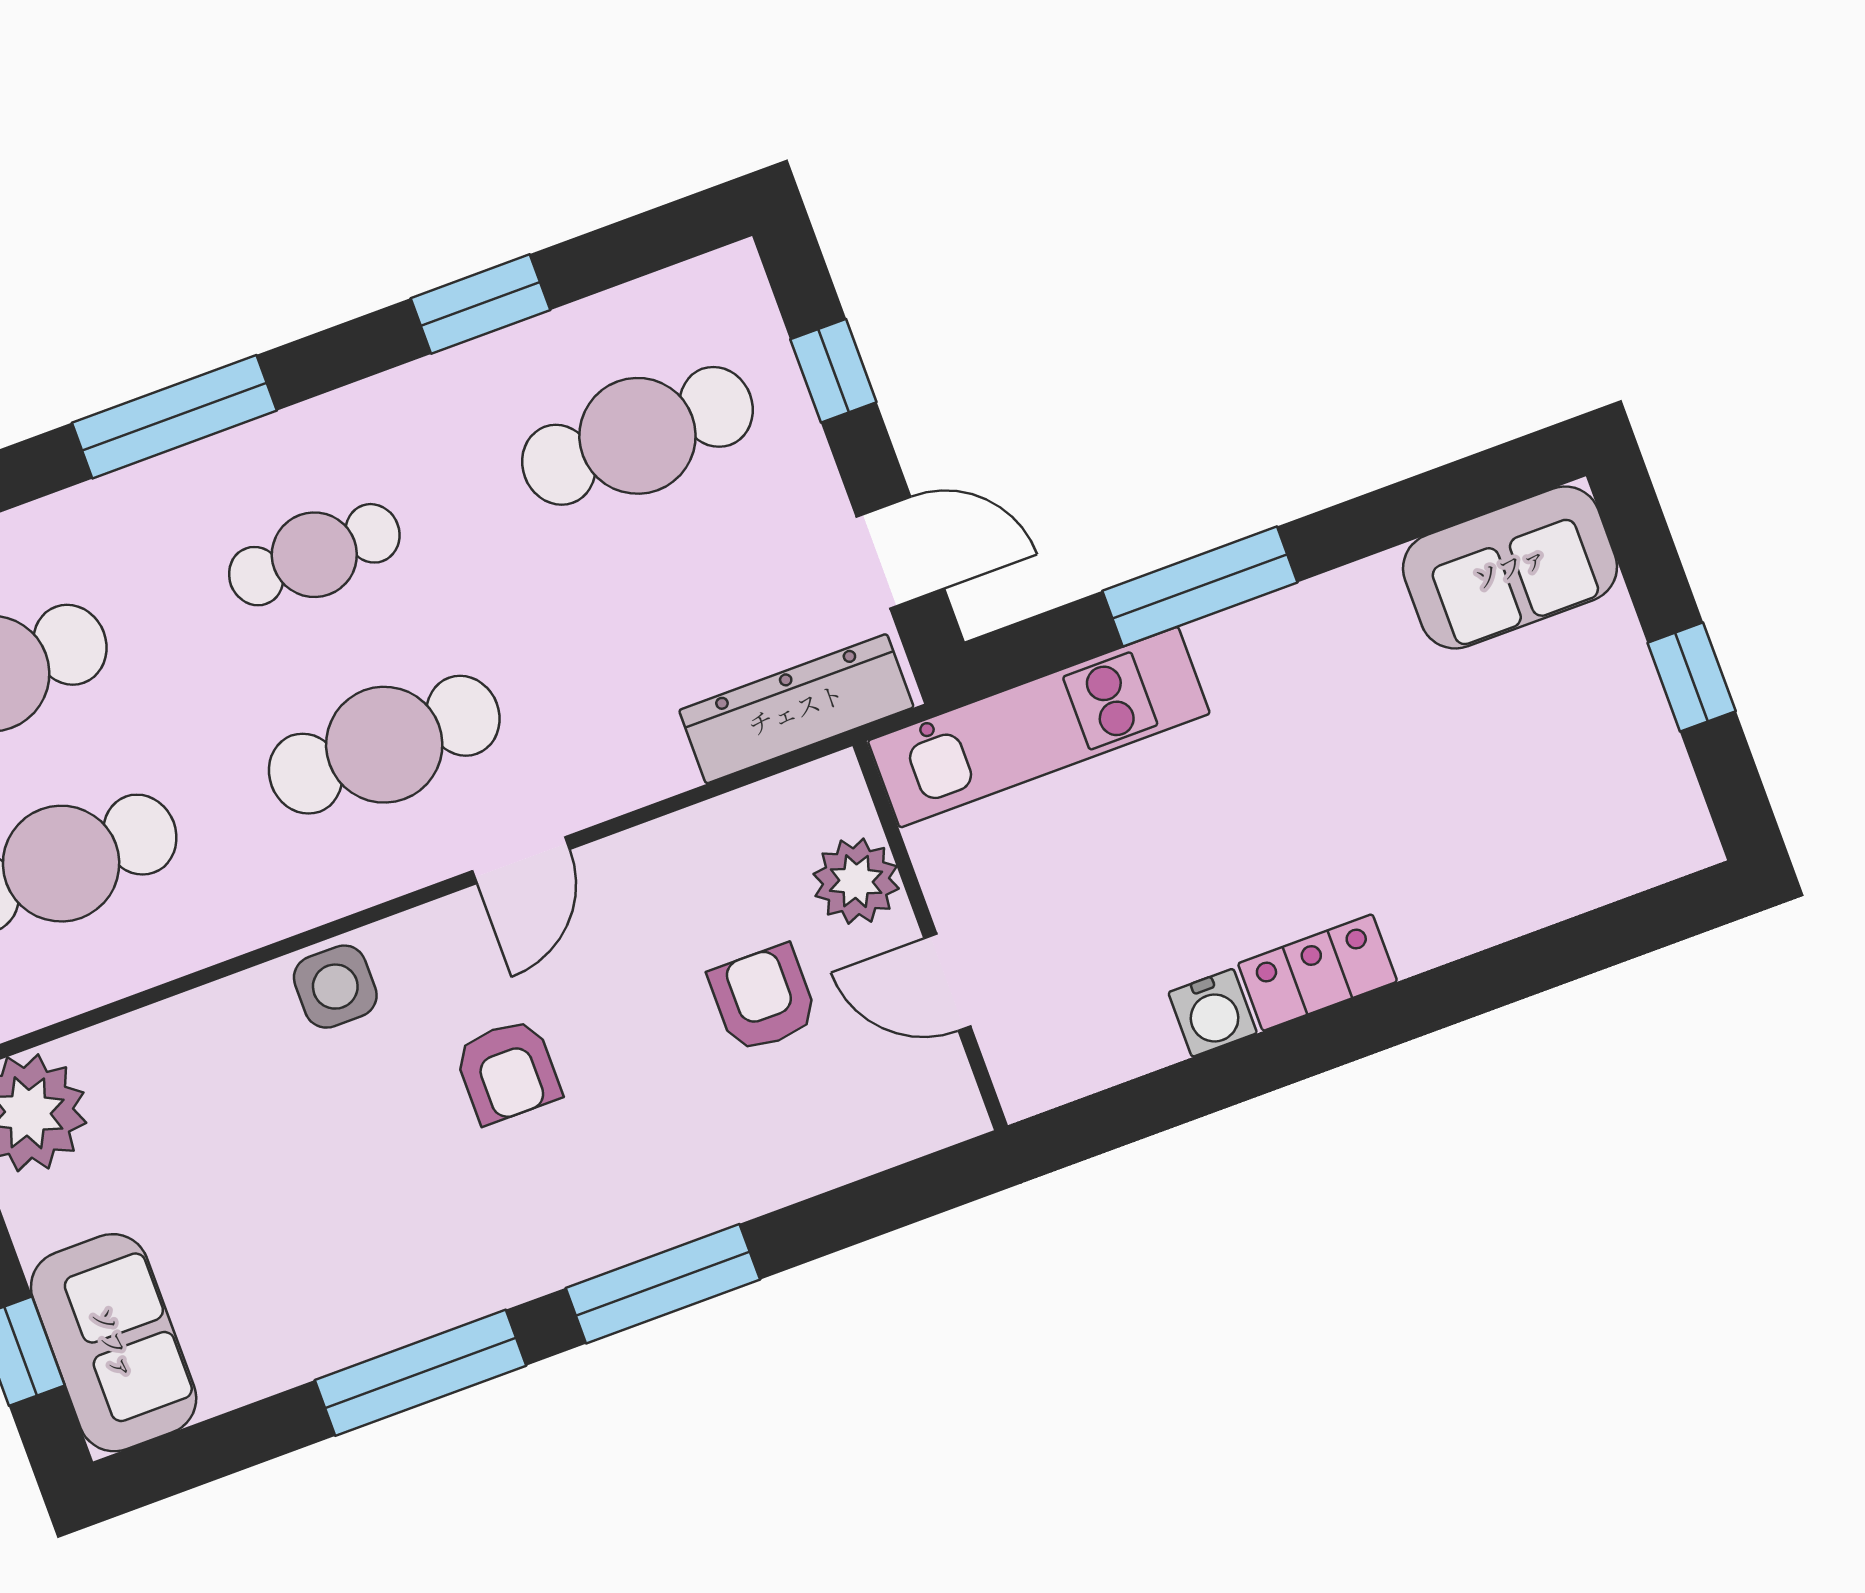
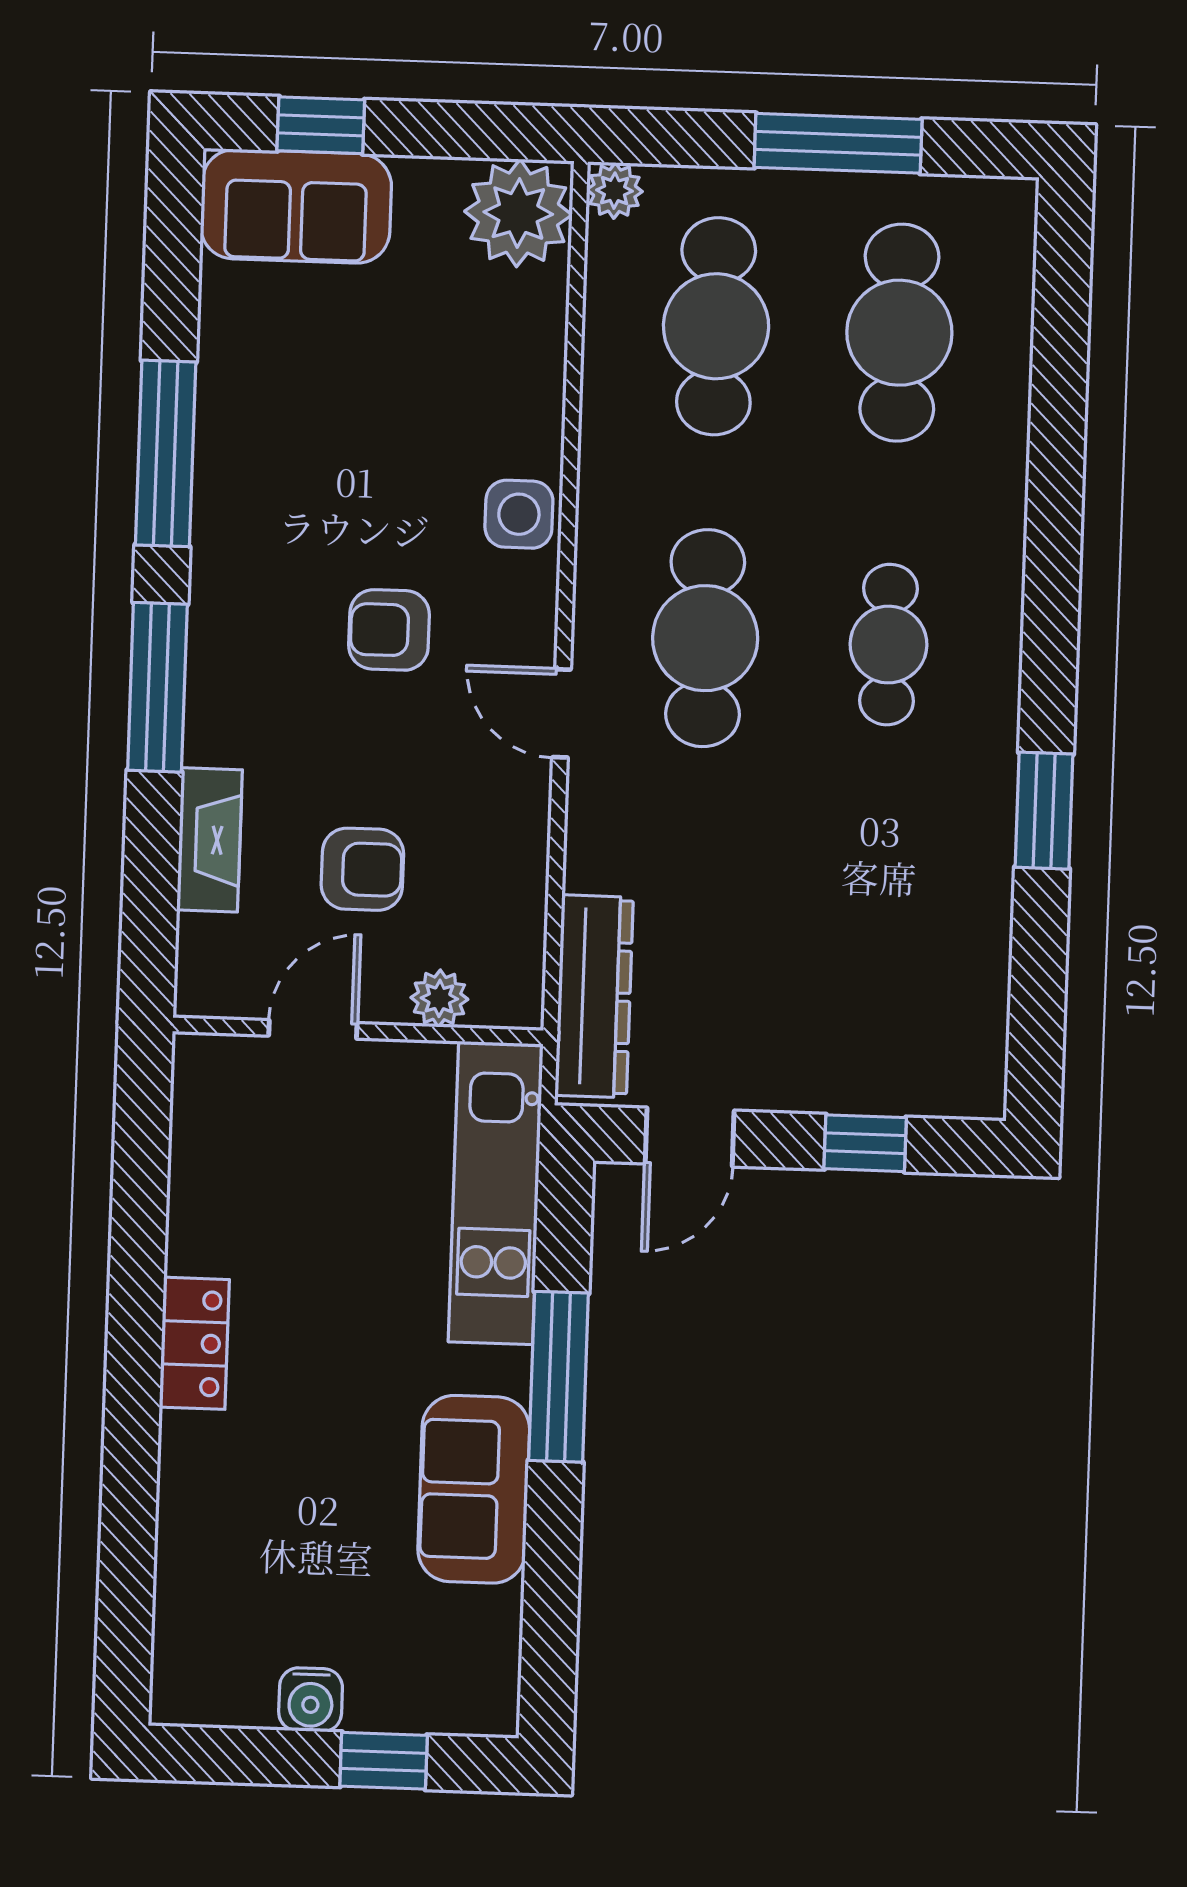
window: (480, 304) -> (1044, 811), moved
window: (174, 417) -> (1052, 574), removed
cafe table: (637, 436) -> (878, 956), removed
sofa: (1510, 567) -> (474, 1489), moved
window: (1692, 677) -> (384, 1761), moved
plant: (856, 881) -> (439, 998), width x0.73, depth x0.73
water cooler: (1213, 1013) -> (311, 1700), moved, turned -90
fireplace: (797, 1167) -> (210, 840), added

